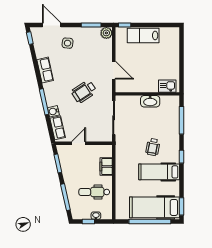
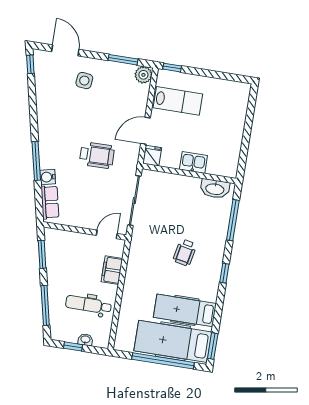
lab bench: (143, 35) -> (178, 101), moved, turned 180
row of seats: (45, 70) -> (45, 115), removed
door: (114, 70) -> (146, 131), swing flipped
fridge: (121, 86) -> (152, 156), added
kitchen sink: (167, 86) -> (193, 162), moved
wheelchair: (84, 92) -> (97, 155), turned -148
washbasin: (150, 101) -> (215, 189), moved
door: (79, 143) -> (107, 234), moved
hospital bed: (159, 172) -> (185, 310), moved

